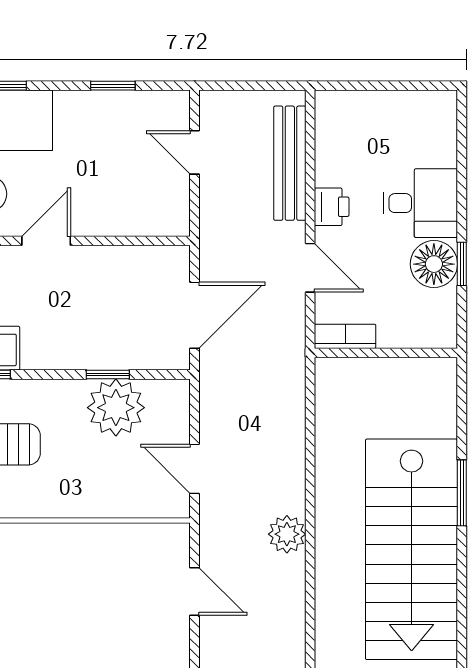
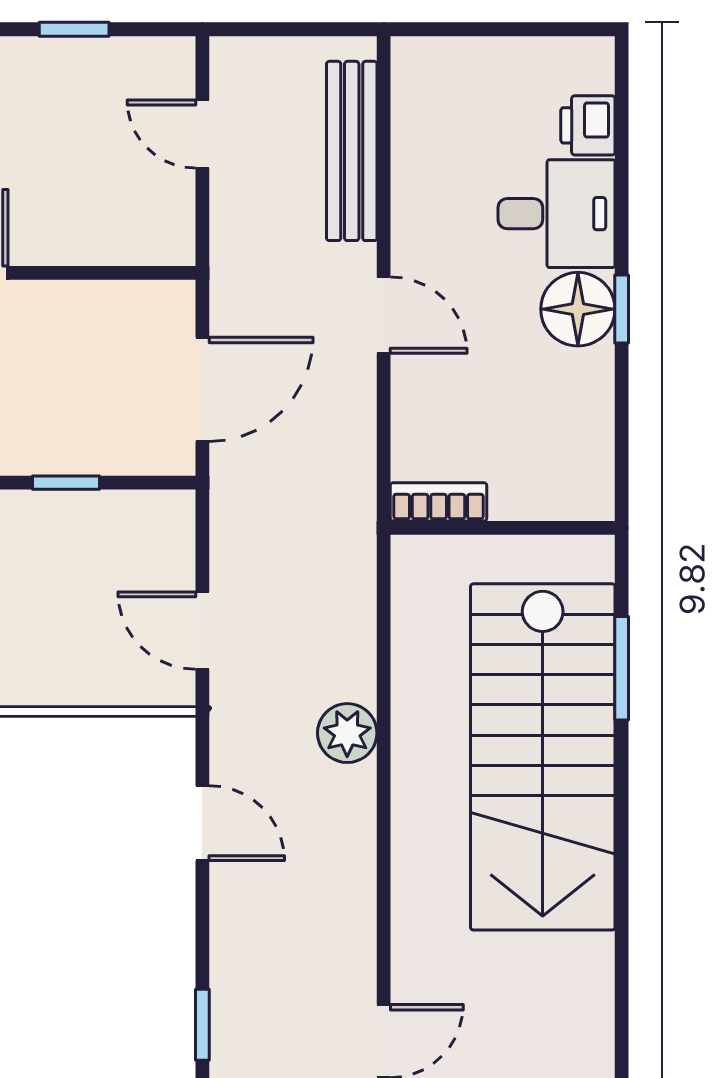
printer: (332, 207) -> (588, 125), moved, turned 180
bookcase: (345, 336) -> (439, 502), moved
wall: (386, 353) -> (503, 528), moved
plant: (116, 408) -> (79, 534), removed

